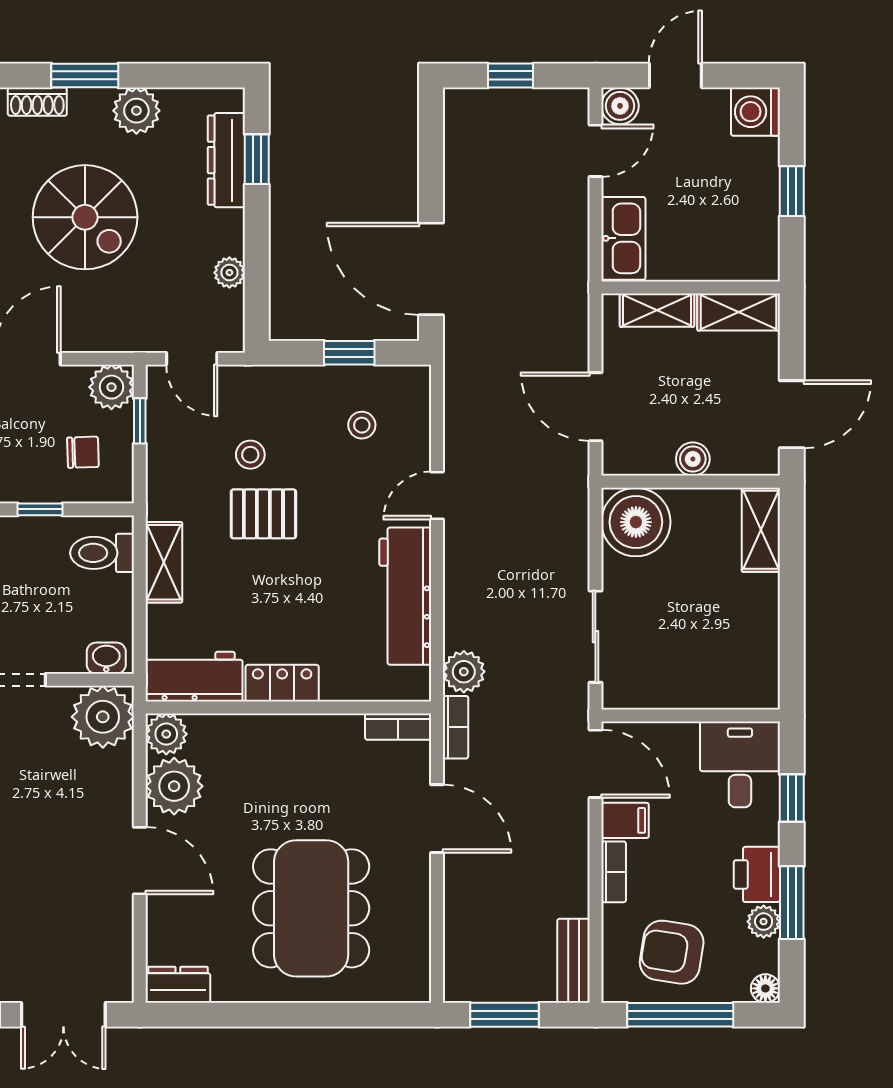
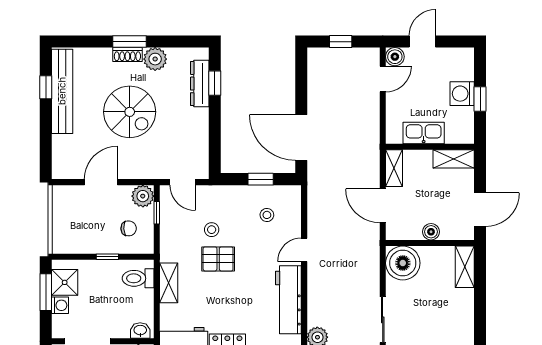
shoe rack: (37, 102) -> (127, 55), moved
washing machine: (755, 112) -> (462, 94), moved
kitchen sink: (623, 238) -> (424, 133), moved, turned -90
plant: (229, 273) -> (201, 139), removed
shelving: (657, 310) -> (394, 168), moved, turned 90

